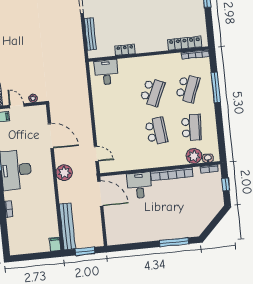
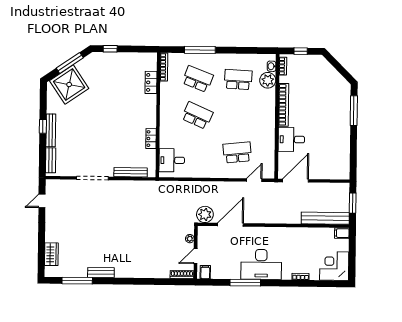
locker: (185, 43) -> (151, 82), width x0.66
school desk: (156, 131) -> (237, 152), moved
plant: (64, 173) -> (205, 214), moved
corner desk: (22, 240) -> (334, 266), added

